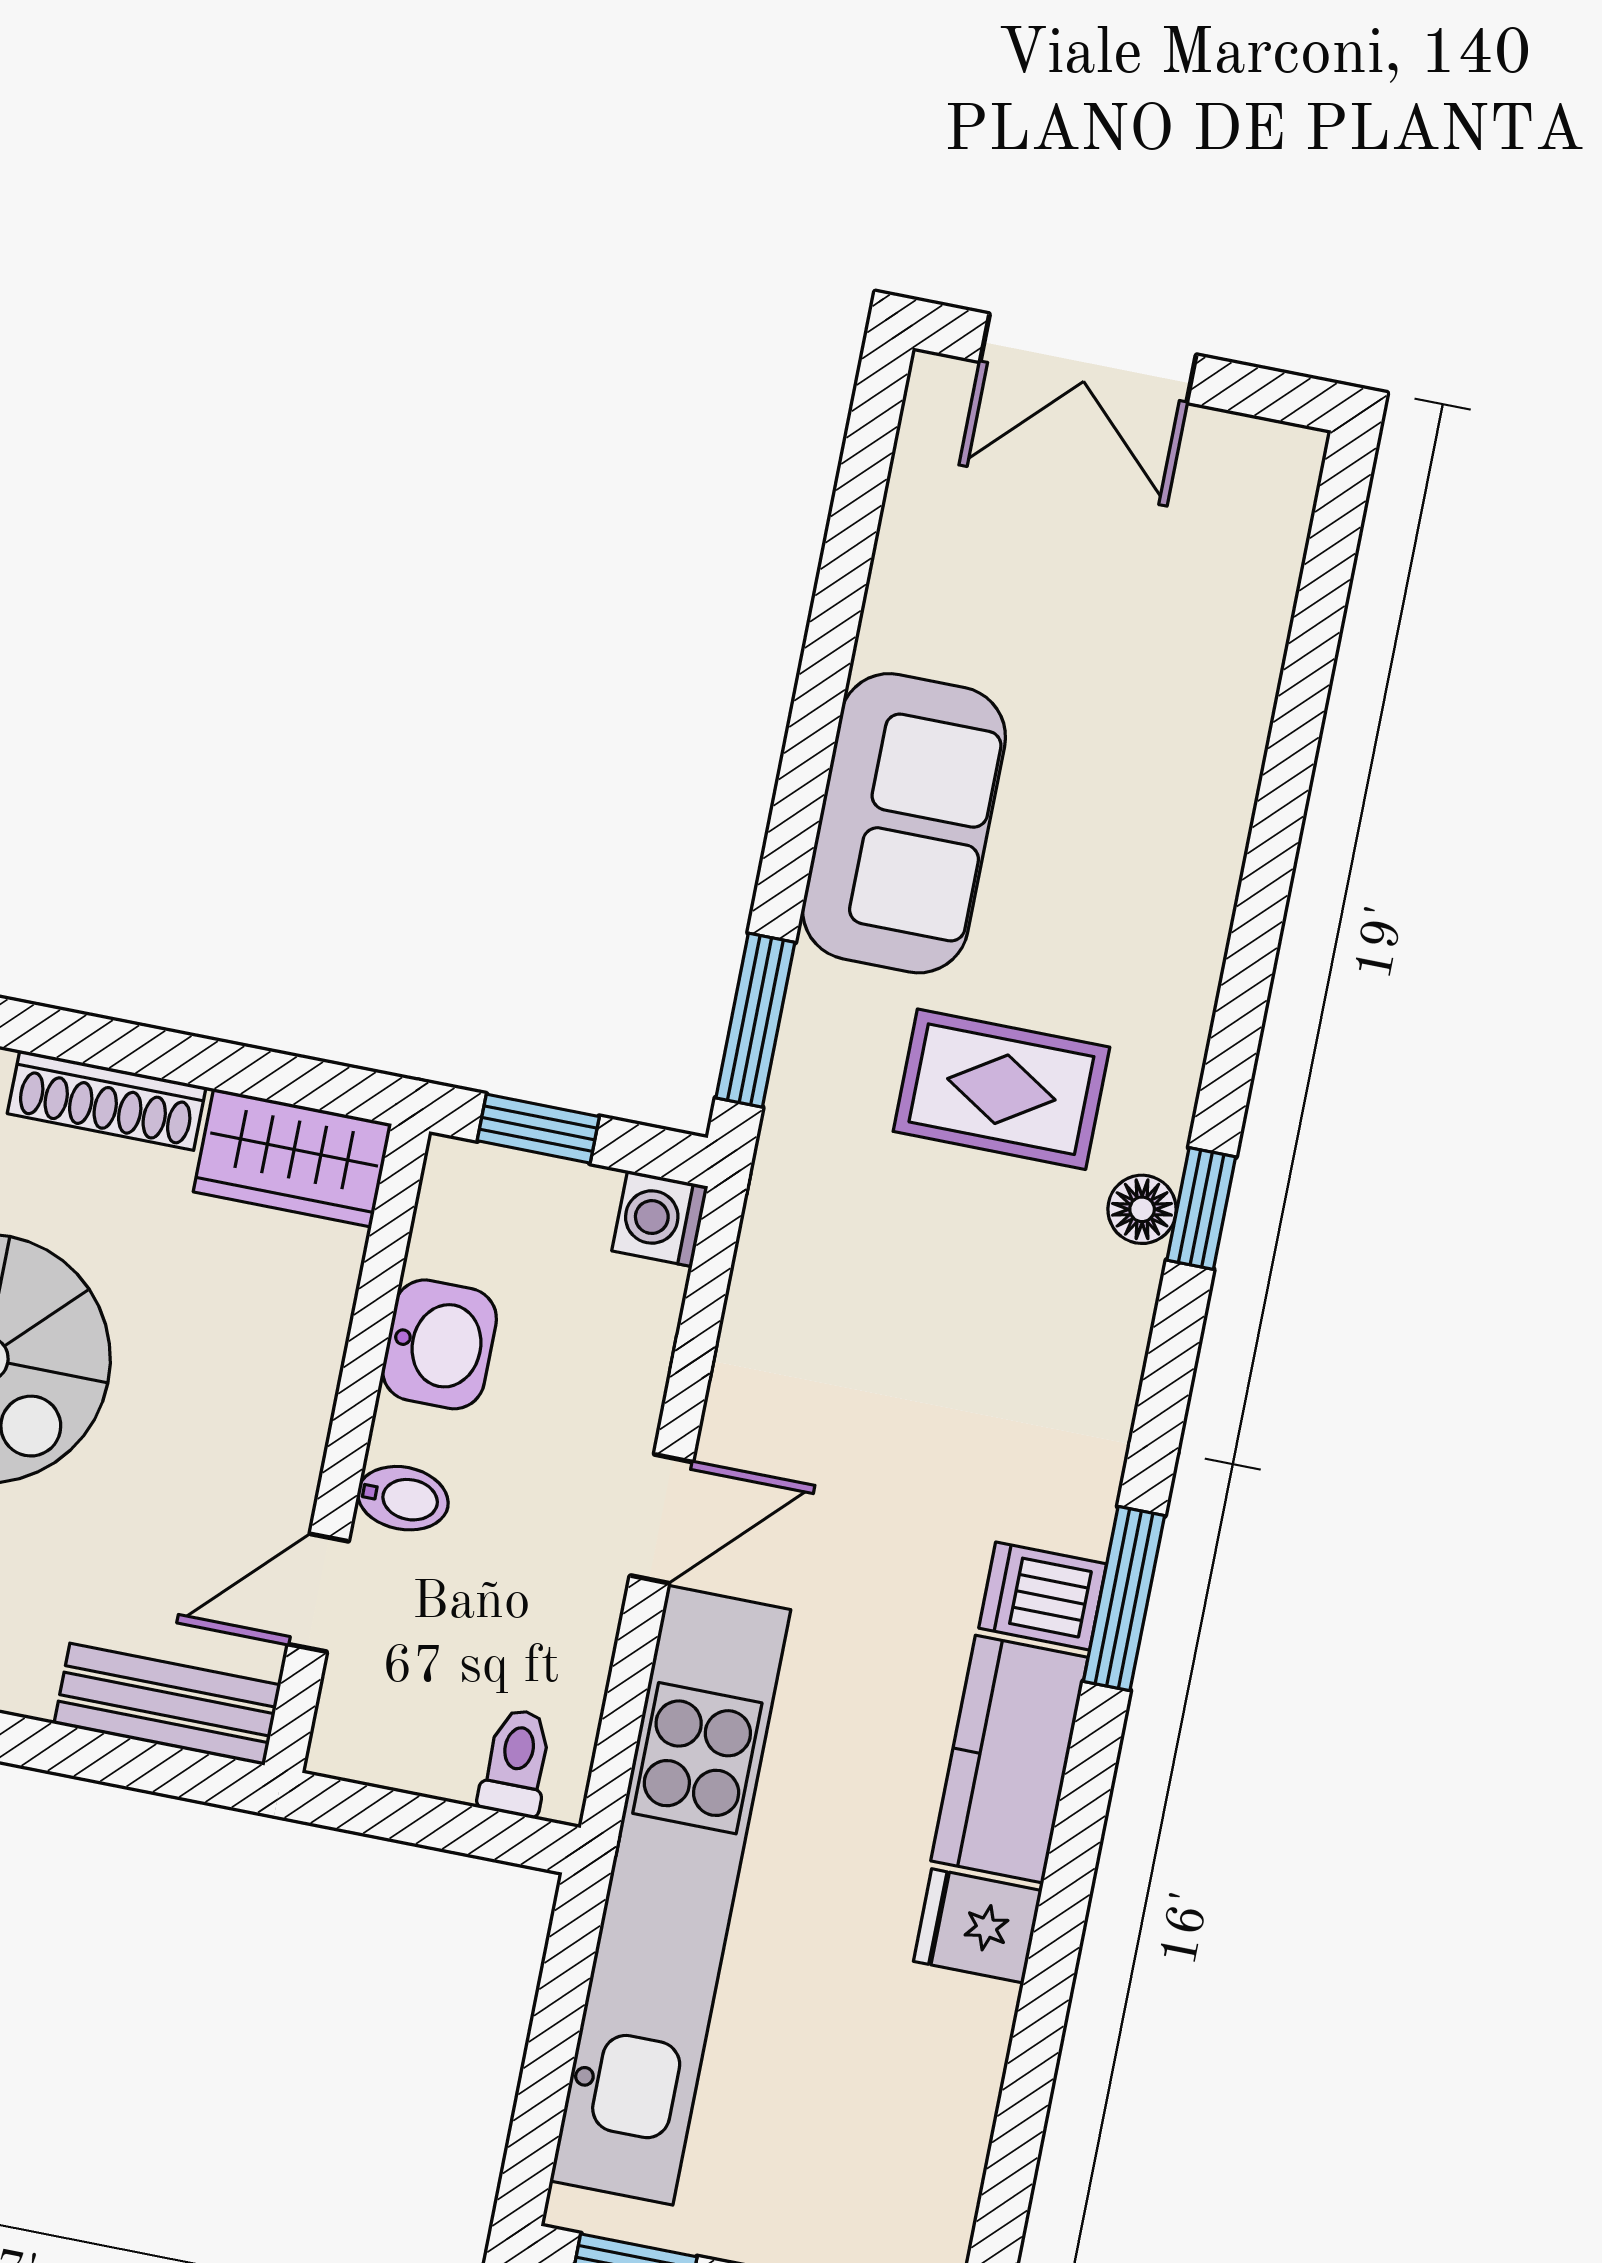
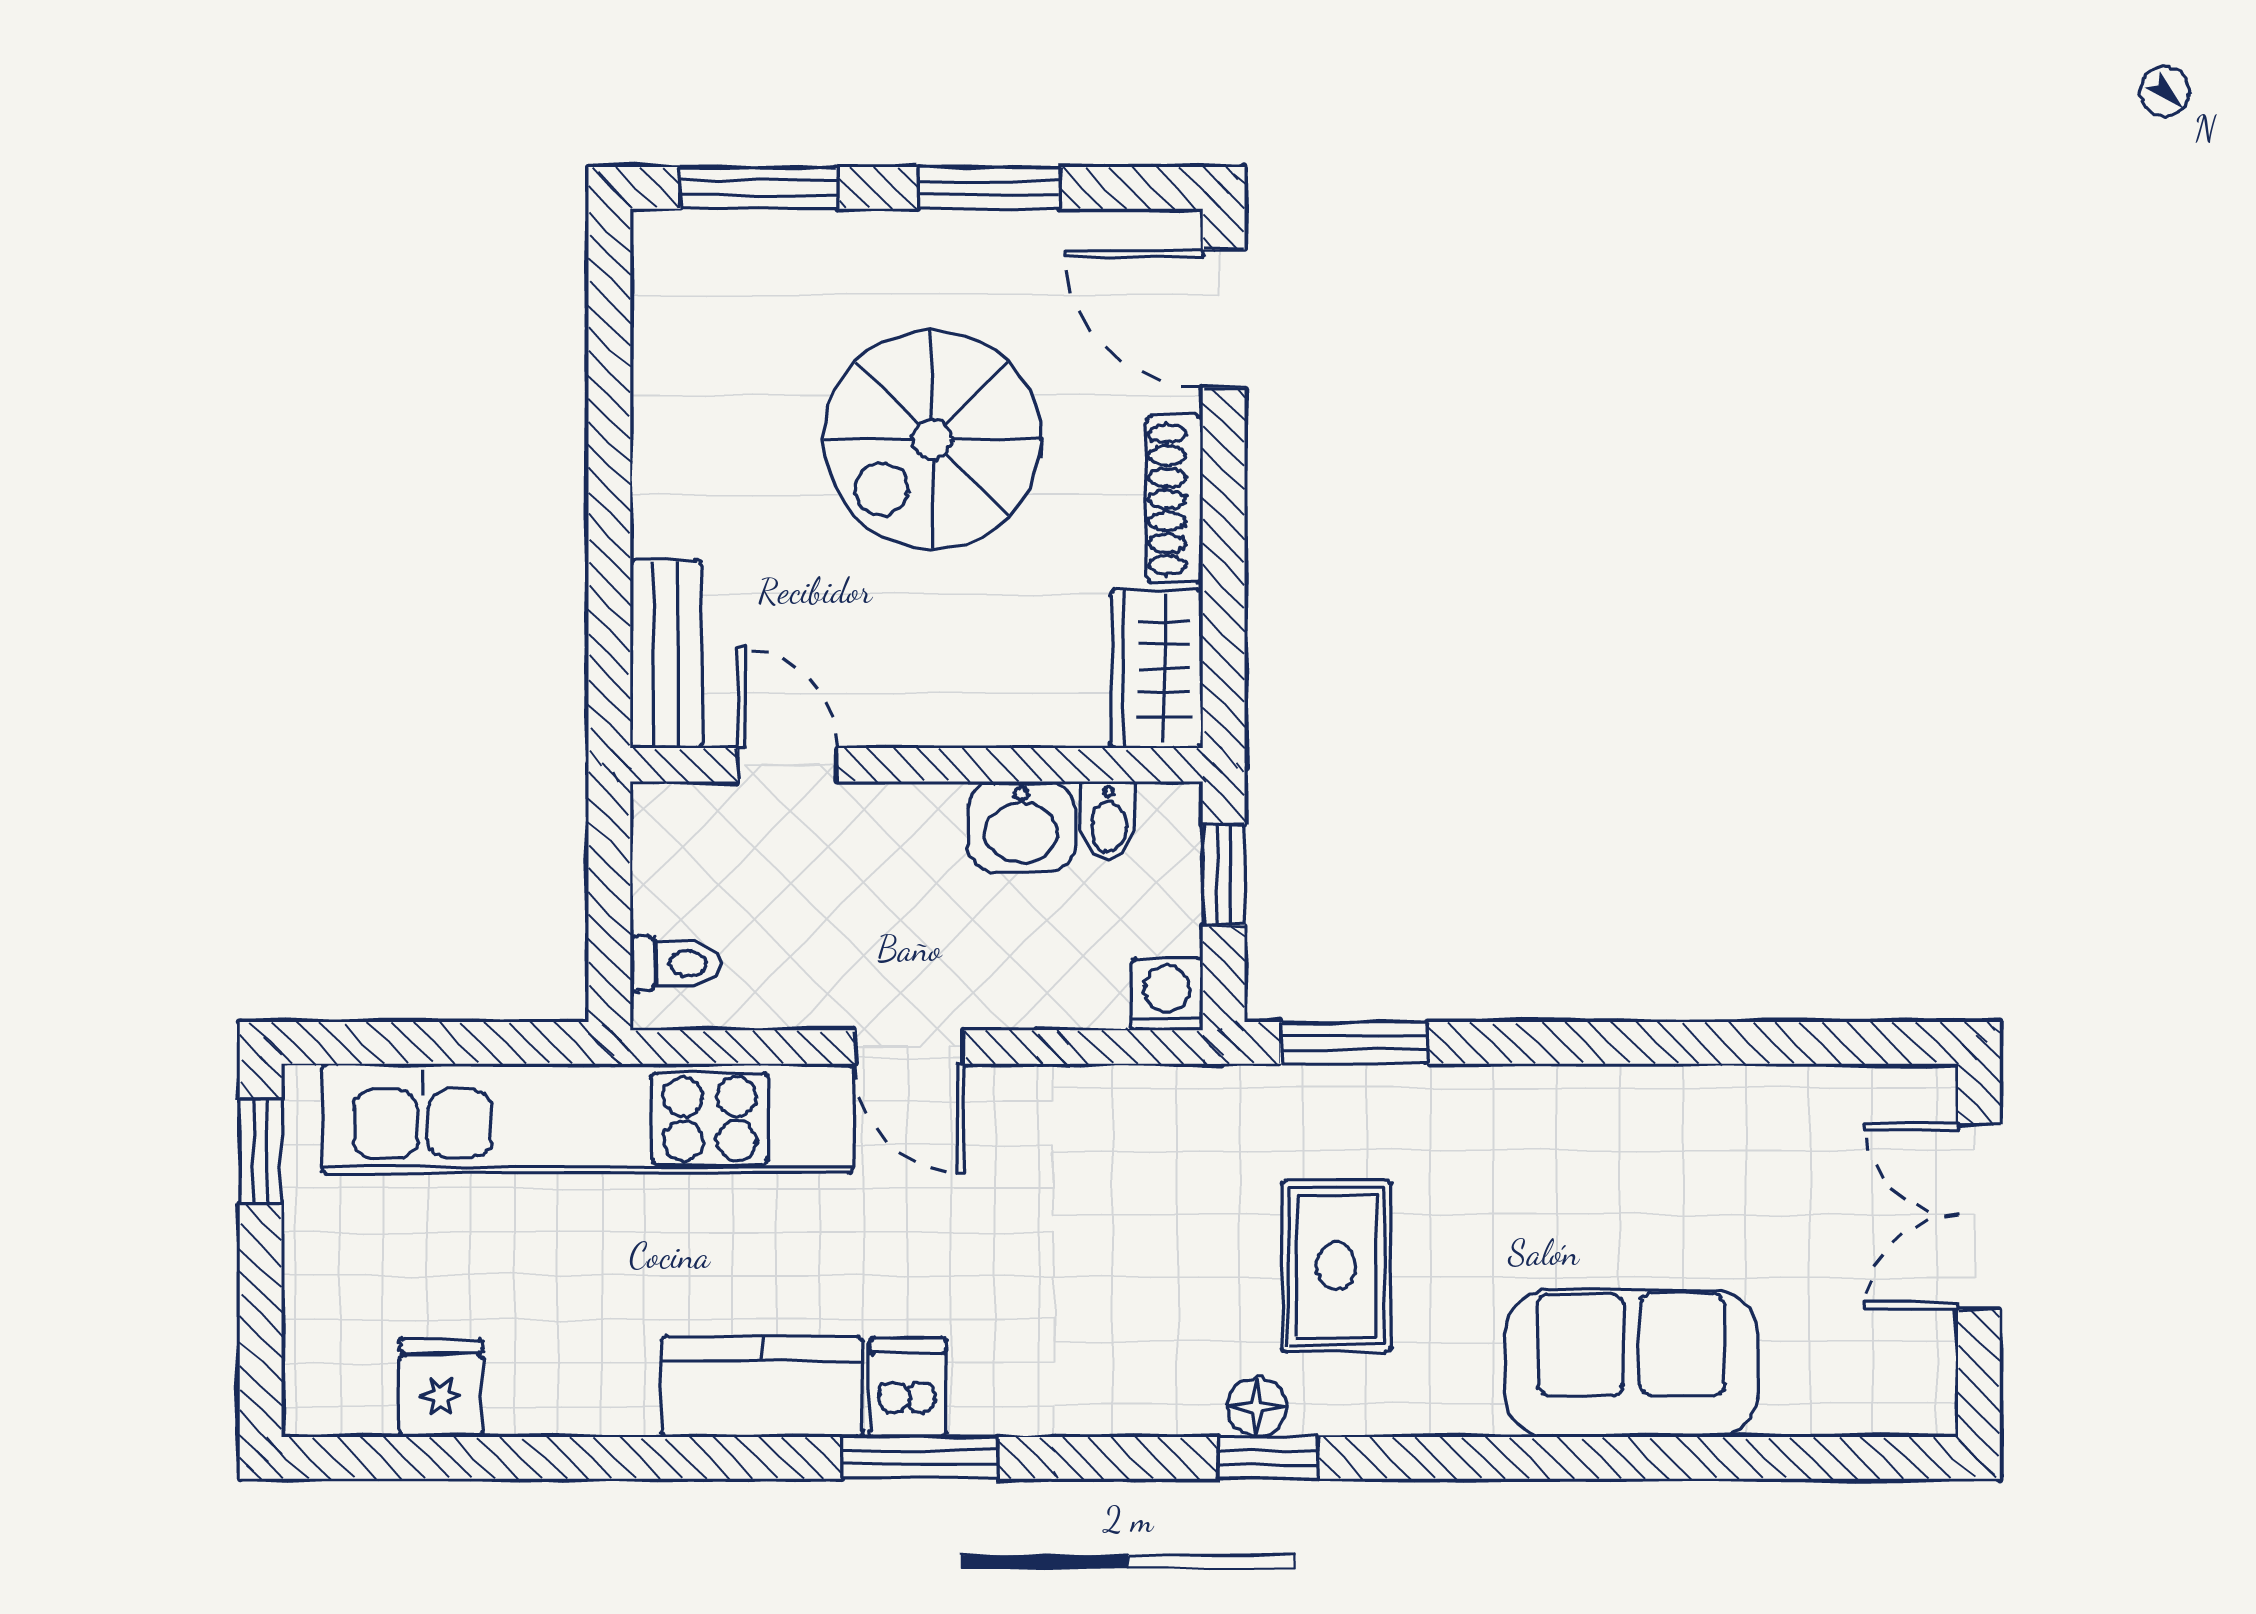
sofa: (904, 823) -> (1631, 1364), moved, turned 180
bidet: (403, 1498) -> (1109, 821), moved
fridge: (978, 1926) -> (441, 1388), moved

